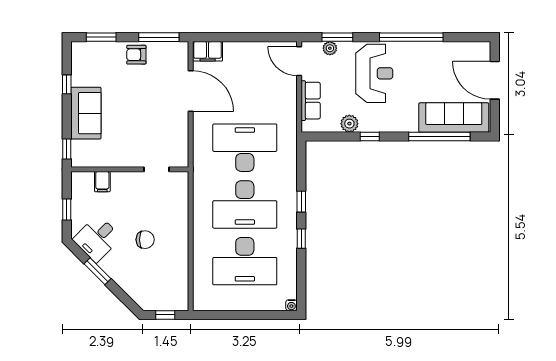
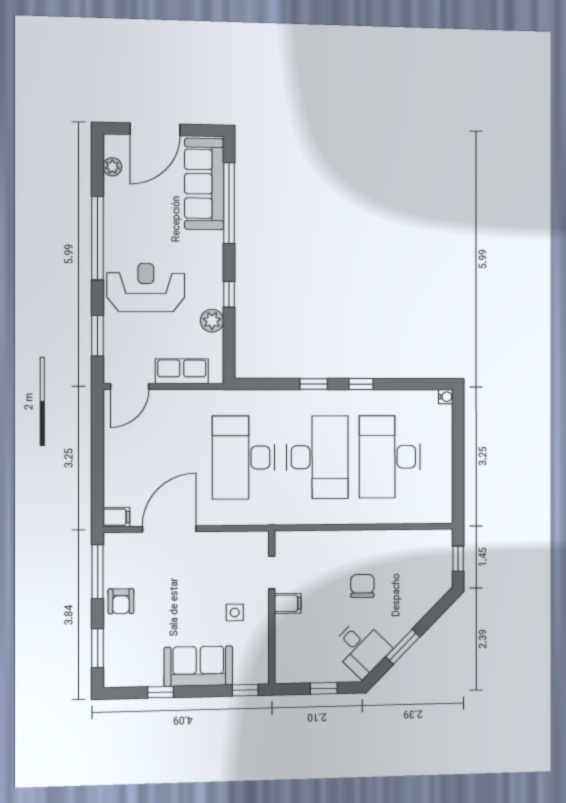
plant: (330, 48) -> (112, 167), moved
filing cabinet: (208, 51) -> (116, 517), width x0.50
side table: (126, 141) -> (235, 612), added
filing cabinet: (102, 182) -> (288, 603), moved
desk: (245, 261) -> (390, 457), turned 180

